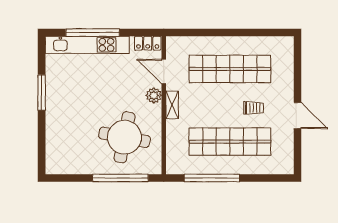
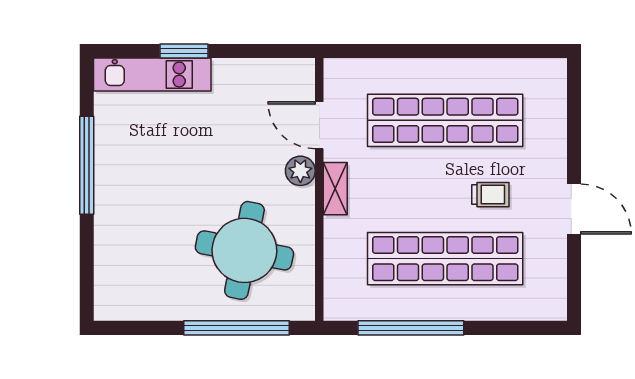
window: (93, 33) -> (184, 51), width x0.47
locker: (148, 43) -> (289, 71), removed
kitchen unit: (87, 45) -> (152, 74), width x0.73
window: (42, 93) -> (87, 165), width x1.46

